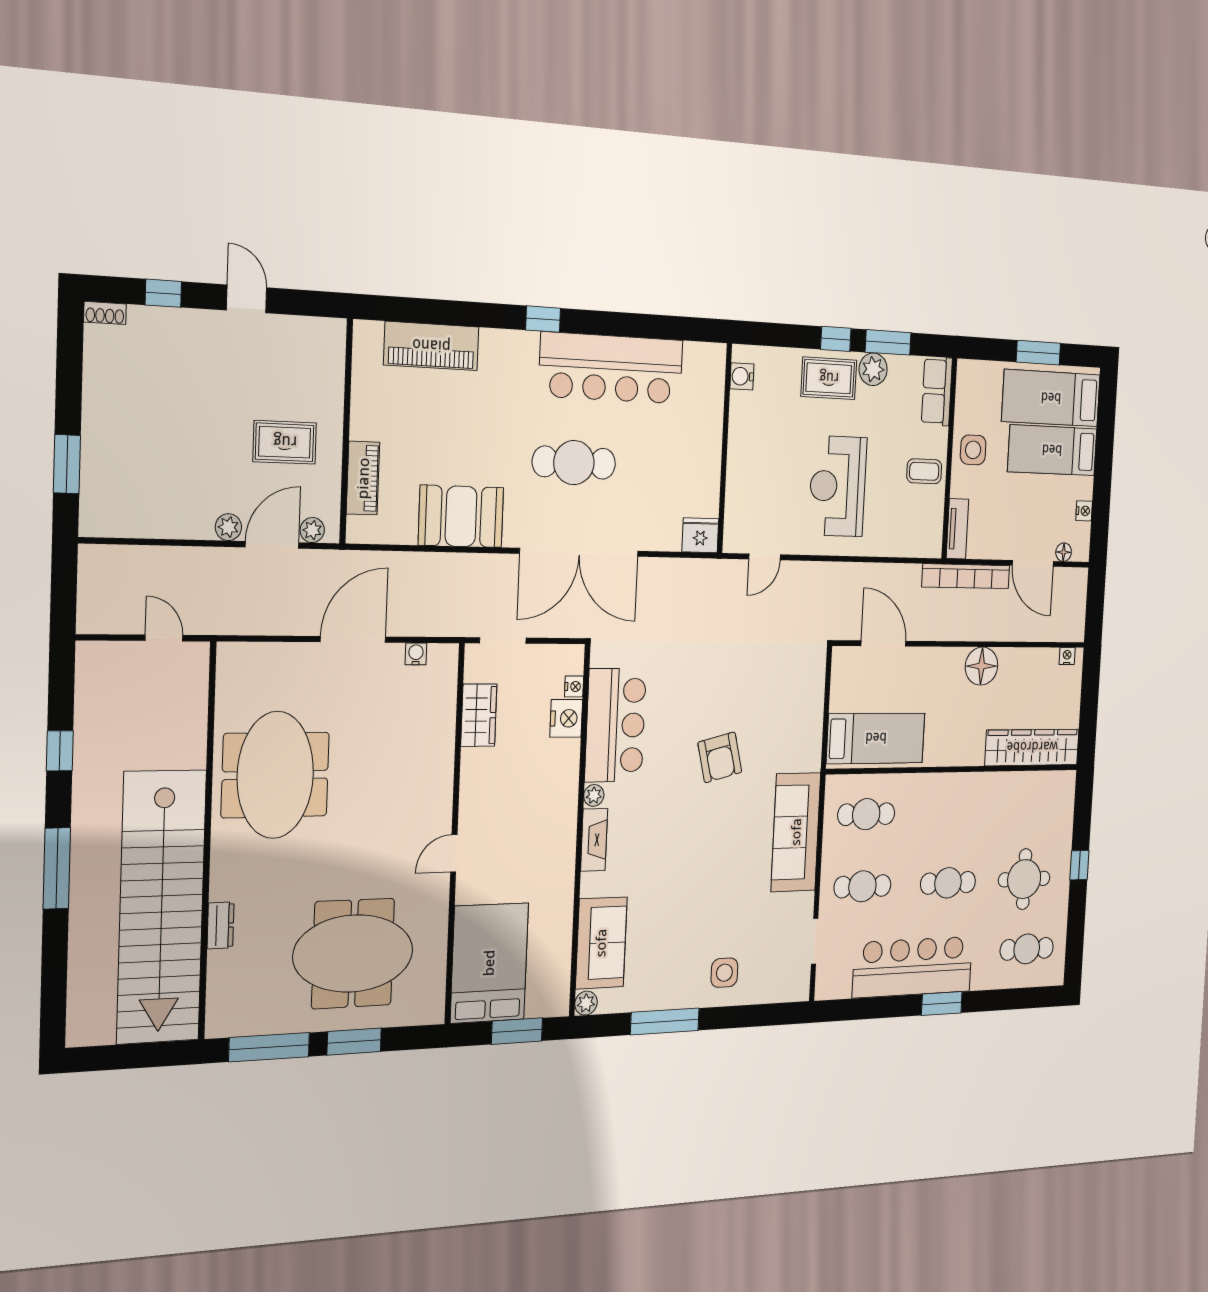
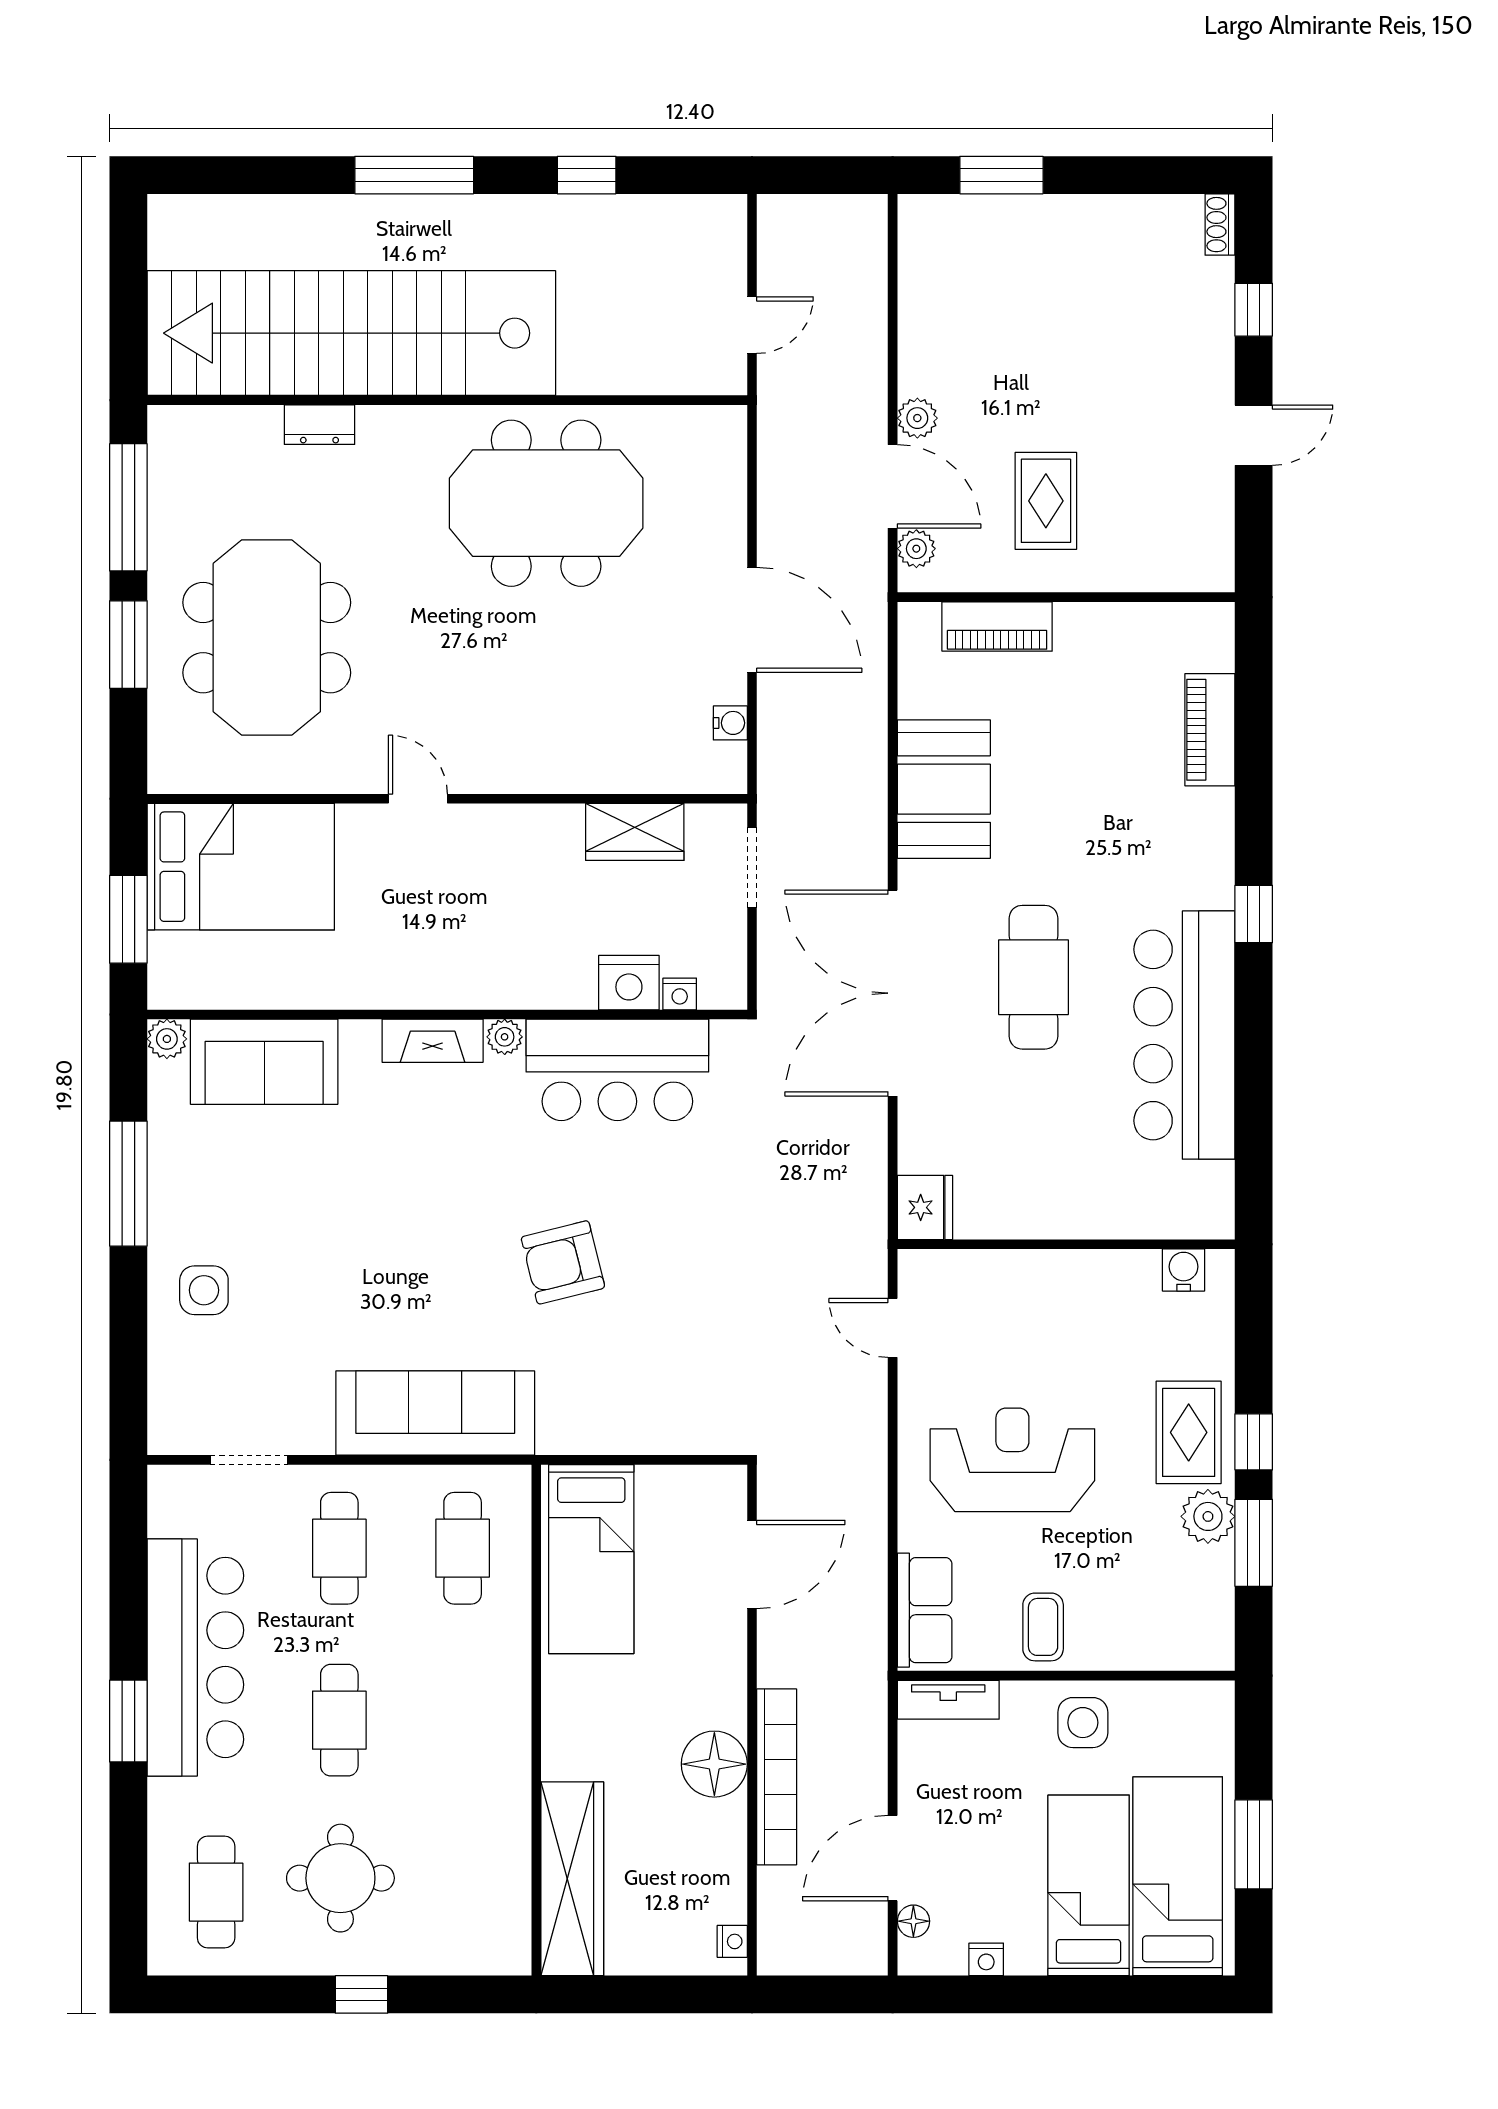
piano: (431, 346) -> (1210, 730), width x0.73, depth x0.75
row of seats: (937, 391) -> (925, 1610), moved, turned 90
bookcase: (966, 576) -> (777, 1777), moved, turned 180

